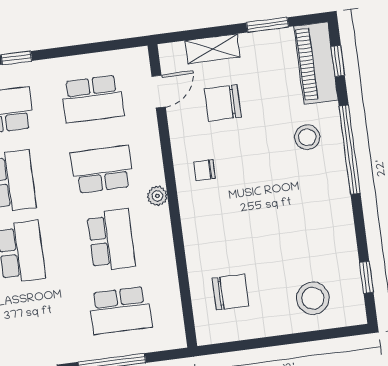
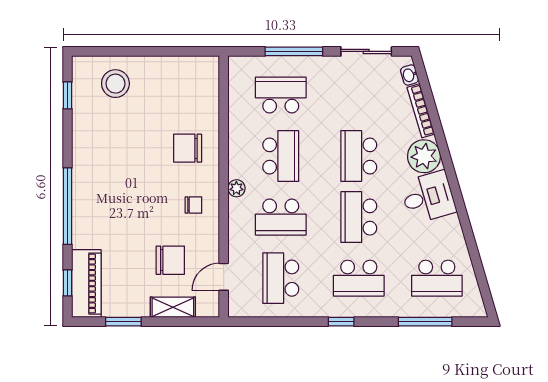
school desk: (93, 99) -> (281, 278), turned -90
stool: (307, 137) -> (102, 221), removed
school desk: (111, 240) -> (281, 156), turned 180
chair: (230, 292) -> (188, 148), moved

